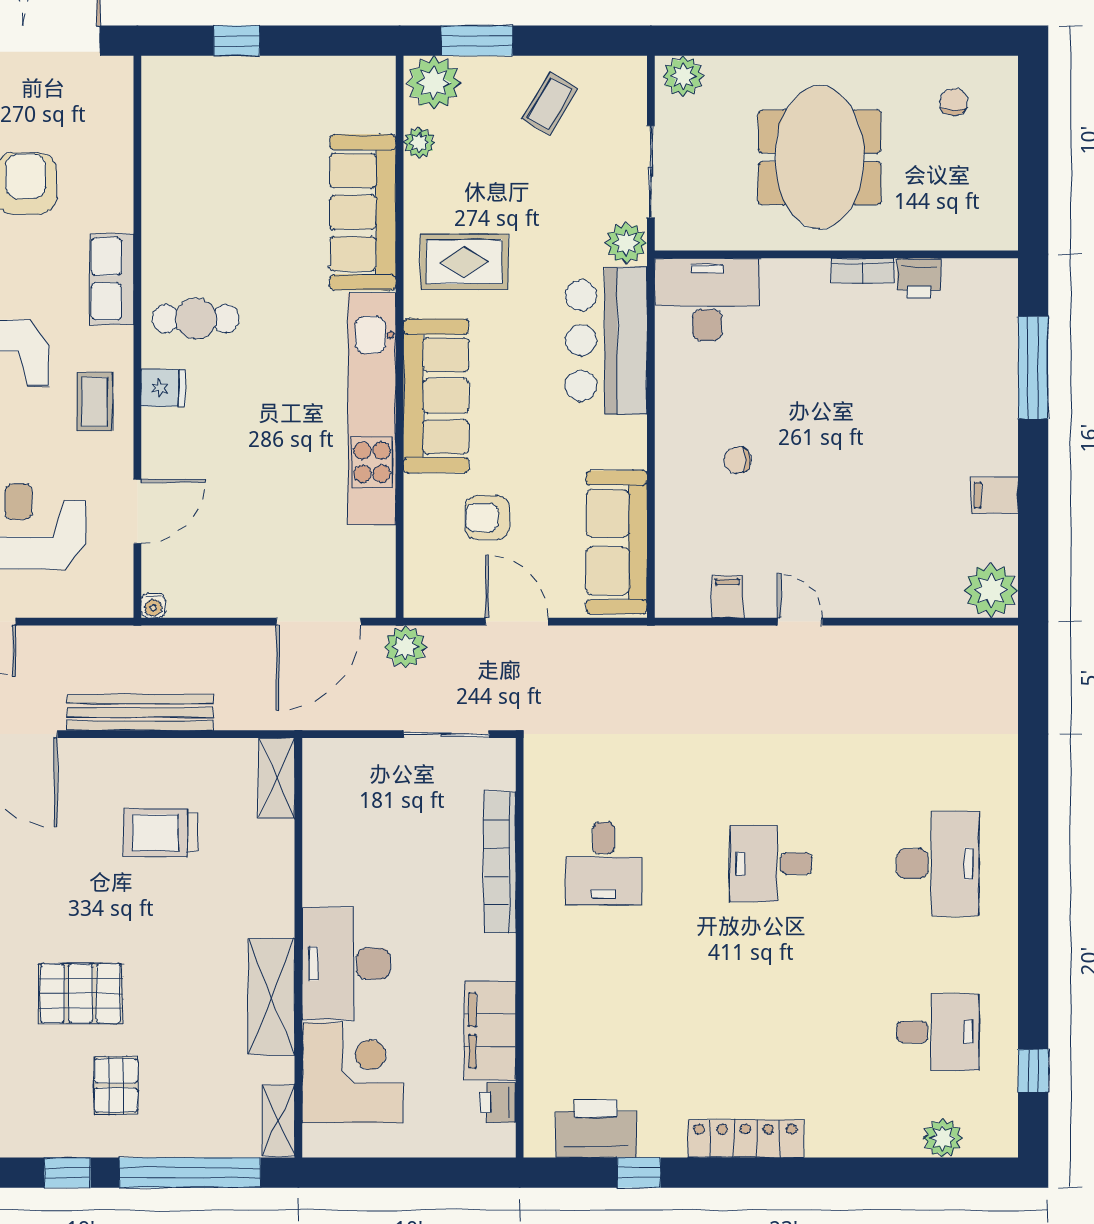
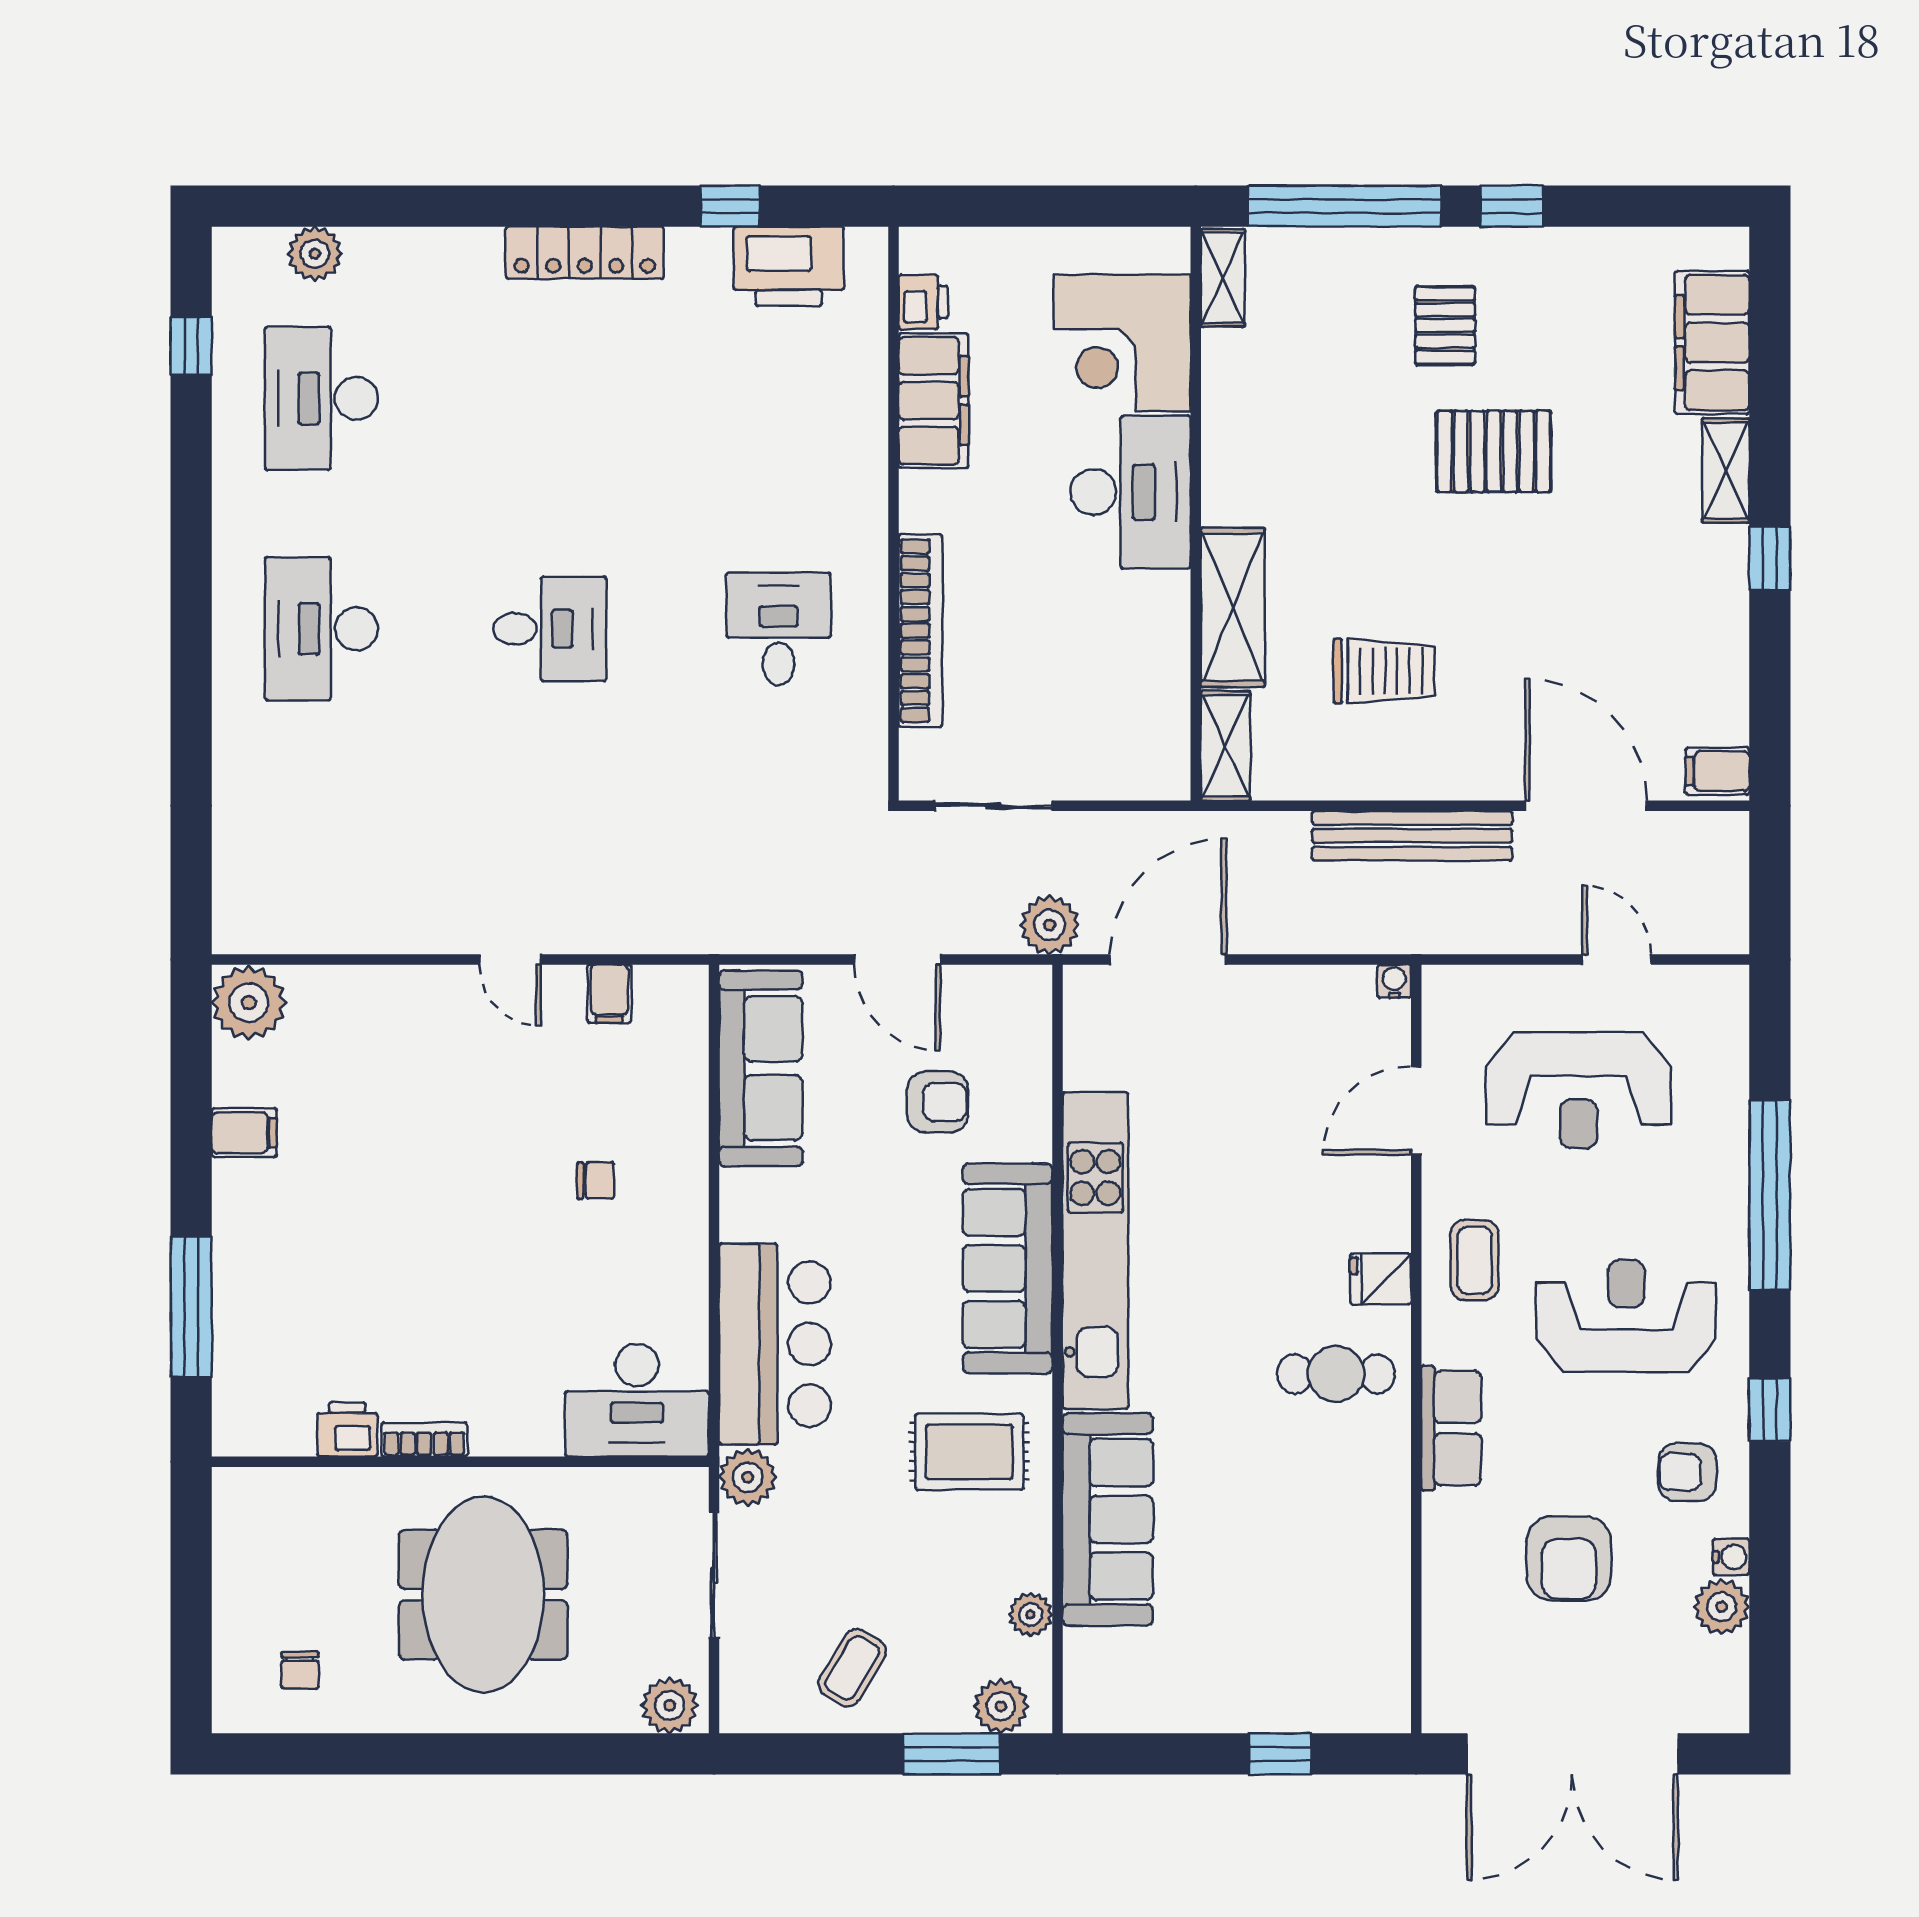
plant: (434, 83) -> (1001, 1706), width x0.73, depth x0.73
shelving: (271, 997) -> (1233, 607), moved
desk: (938, 1032) -> (321, 398), width x1.37

